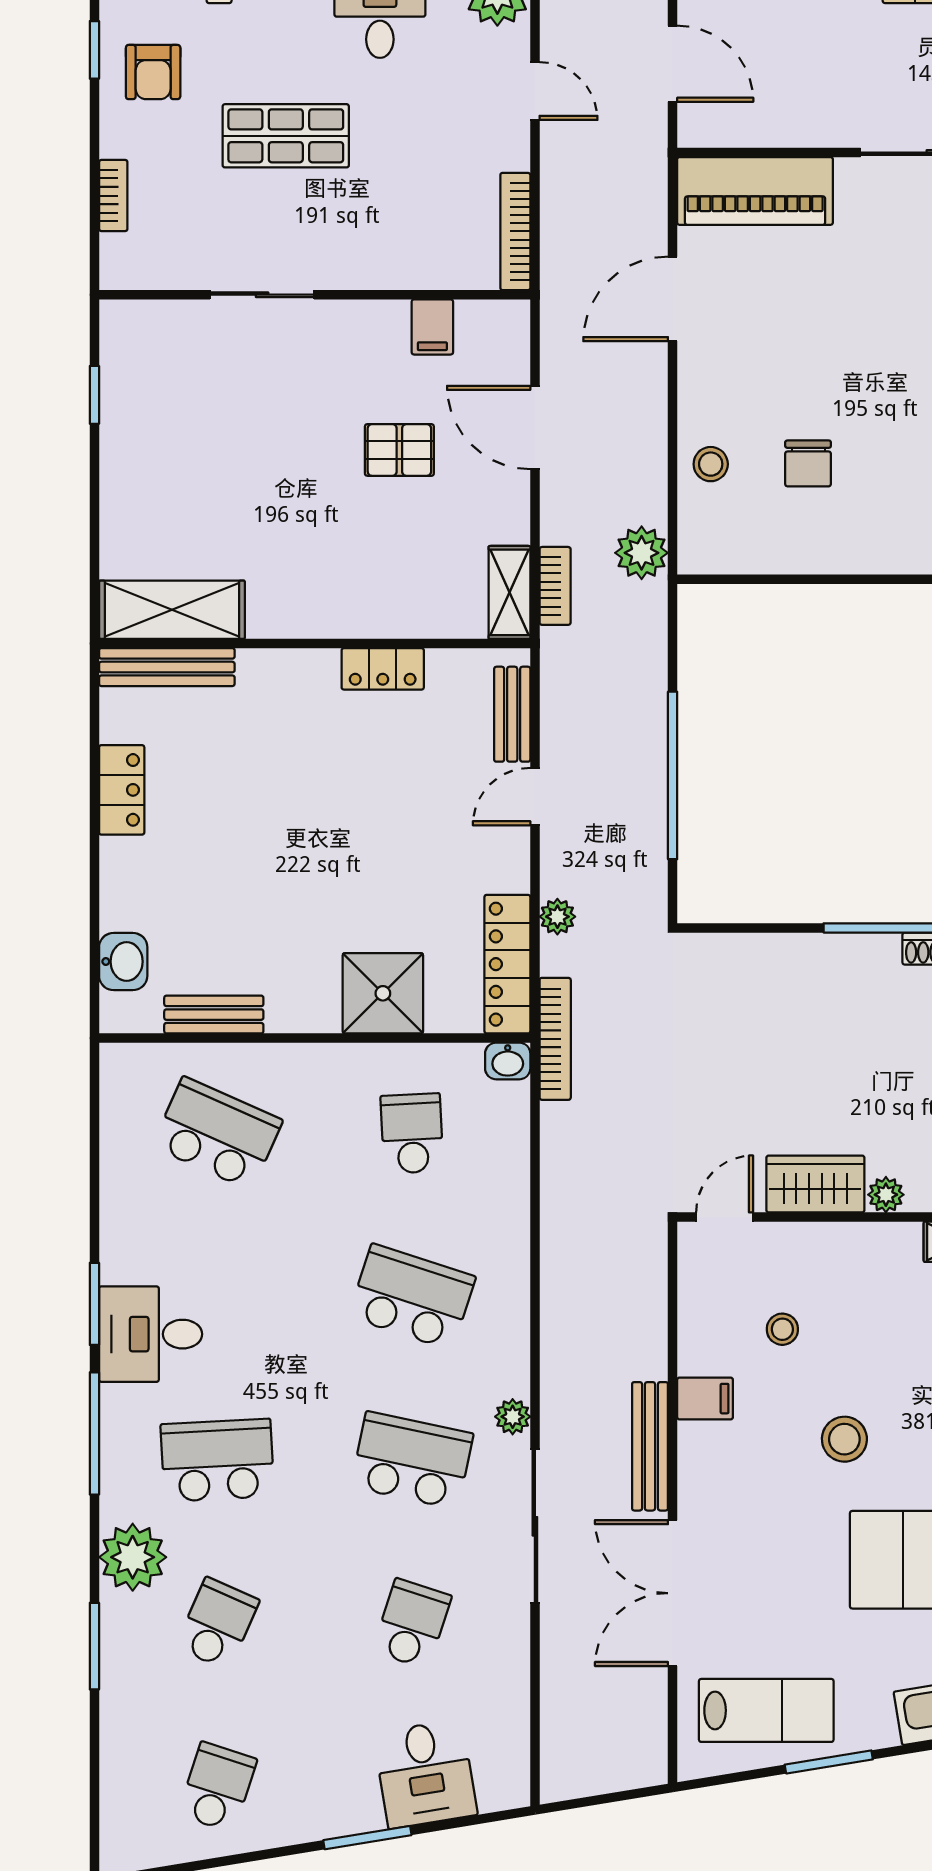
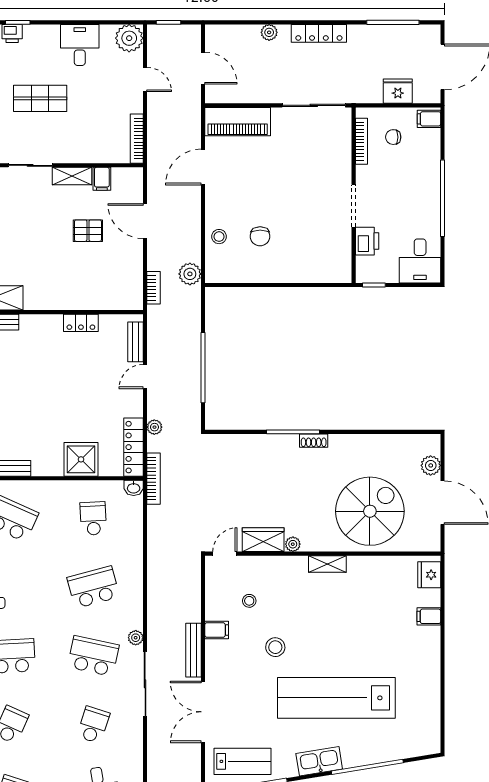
shelving: (509, 592) -> (72, 176), moved, turned 90
school desk: (412, 1297) -> (93, 587), turned -33

